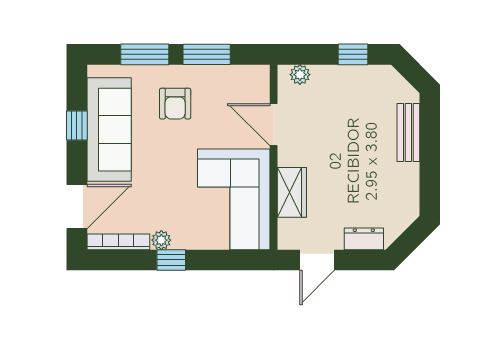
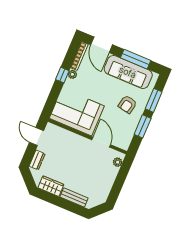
window: (353, 54) -> (117, 188), removed
armchair: (175, 104) -> (127, 104), turned -79
door: (274, 125) -> (101, 142), hinge flipped
window: (77, 126) -> (136, 59), width x2.17
wardrobe: (292, 192) -> (51, 186), moved, turned 180

